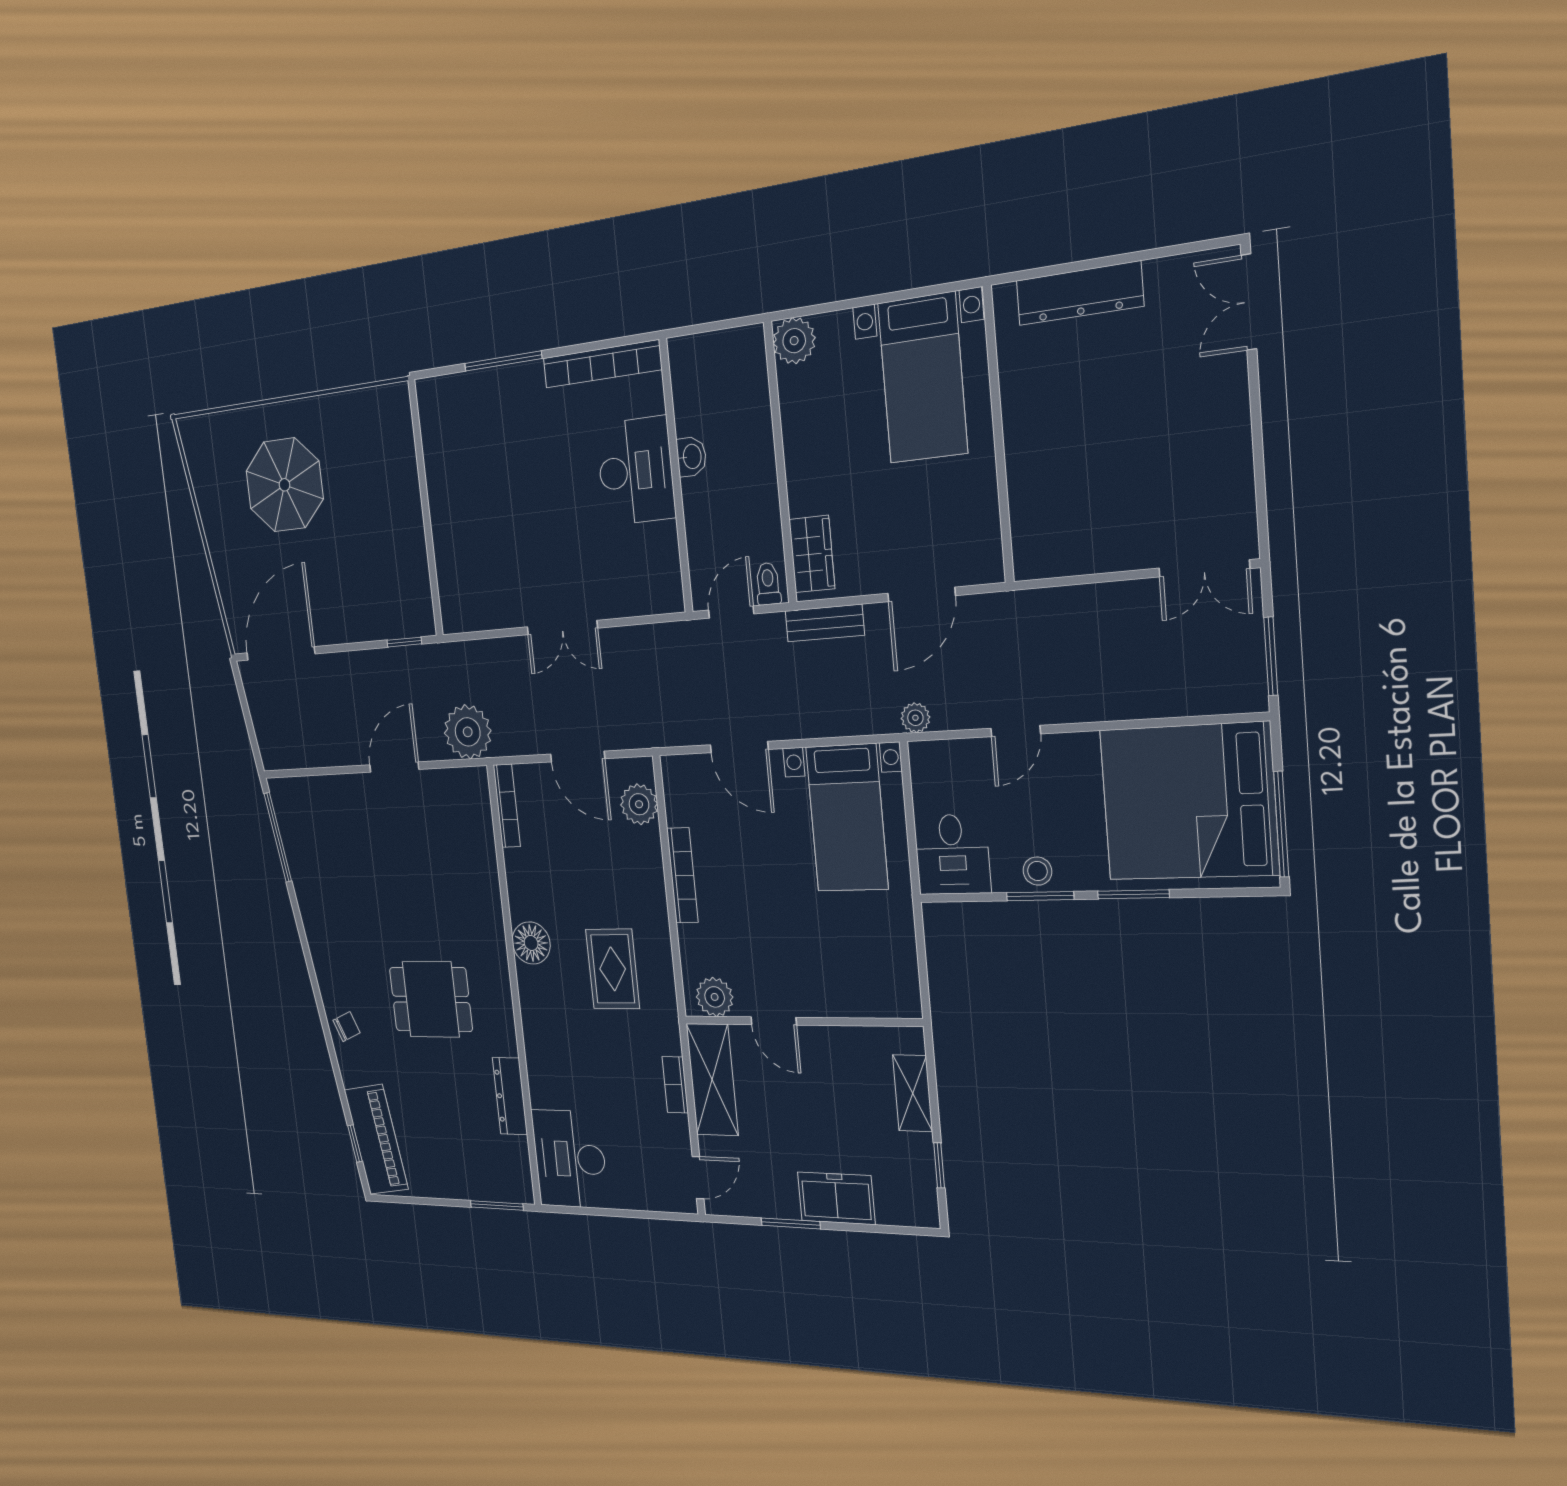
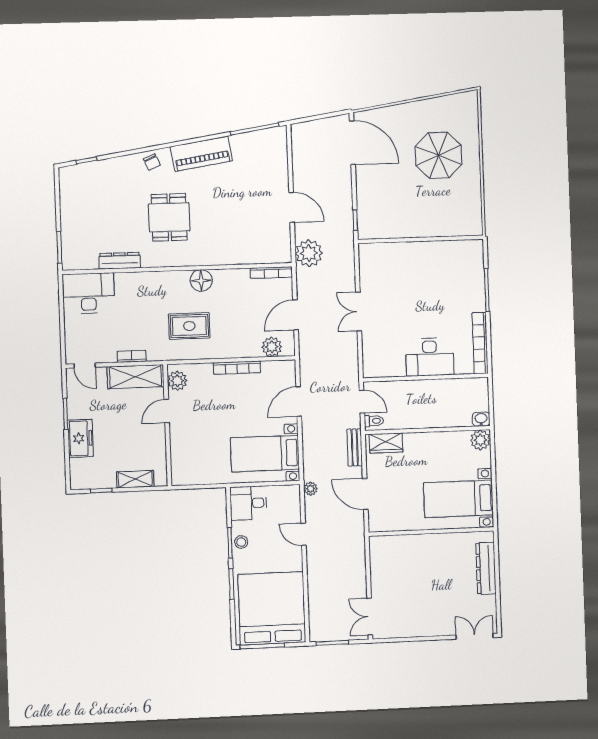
washbasin: (691, 457) -> (481, 419), moved, turned 180
piano: (376, 1139) -> (201, 154), moved

